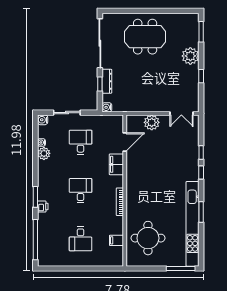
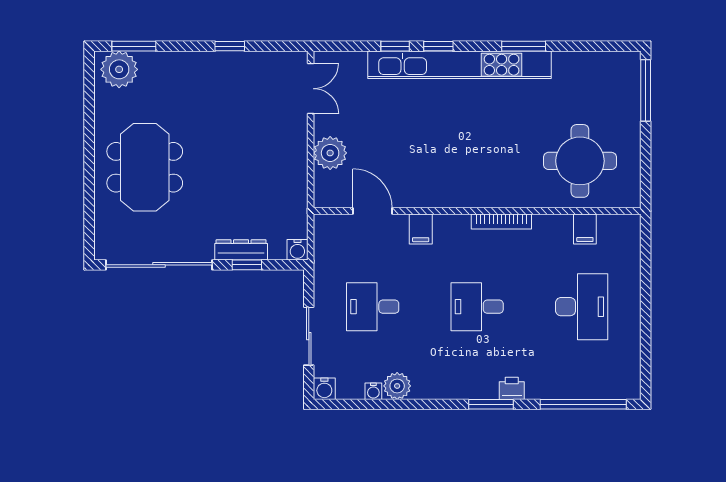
plant: (190, 56) -> (119, 69), moved
filing cabinet: (116, 164) -> (421, 229), width x0.50
kitchen unit: (192, 224) -> (459, 65), moved
desk: (81, 239) -> (582, 307), width x1.37

